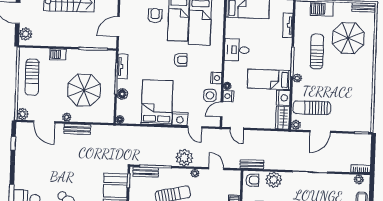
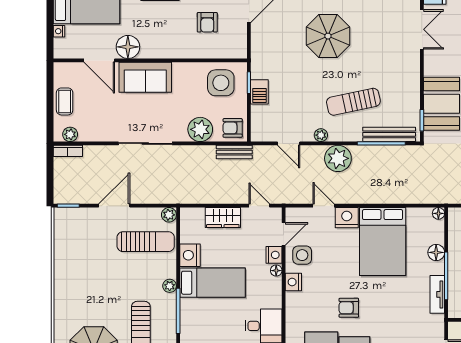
wardrobe: (283, 118) -> (223, 218), moved, turned 90
door: (320, 131) -> (114, 206), moved
bench: (146, 172) -> (389, 134), width x1.36

